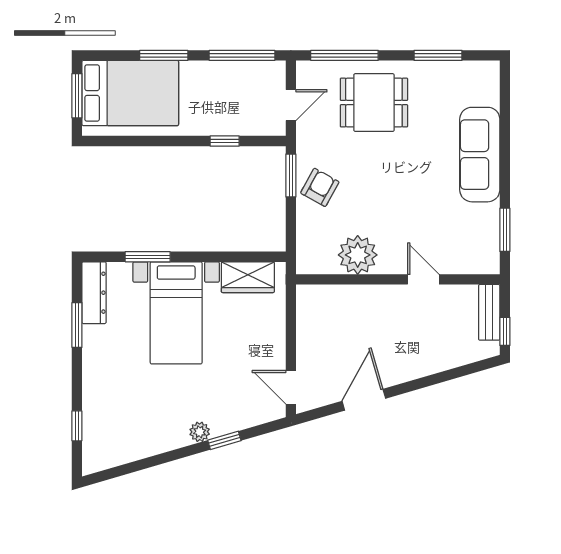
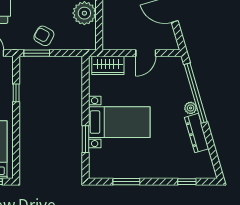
wardrobe: (248, 277) -> (108, 65), moved, turned 90
dresser: (94, 293) -> (197, 133), moved, turned -106
door: (291, 387) -> (146, 53), moved
window: (224, 440) -> (196, 93), width x3.17

